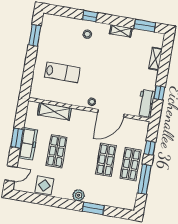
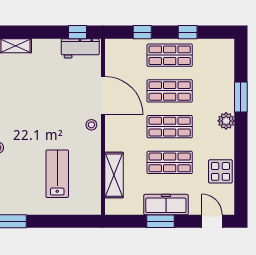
window: (159, 93) -> (78, 32), moved
shop shelf: (81, 156) -> (170, 127), added
window: (144, 179) -> (188, 32), width x0.46

